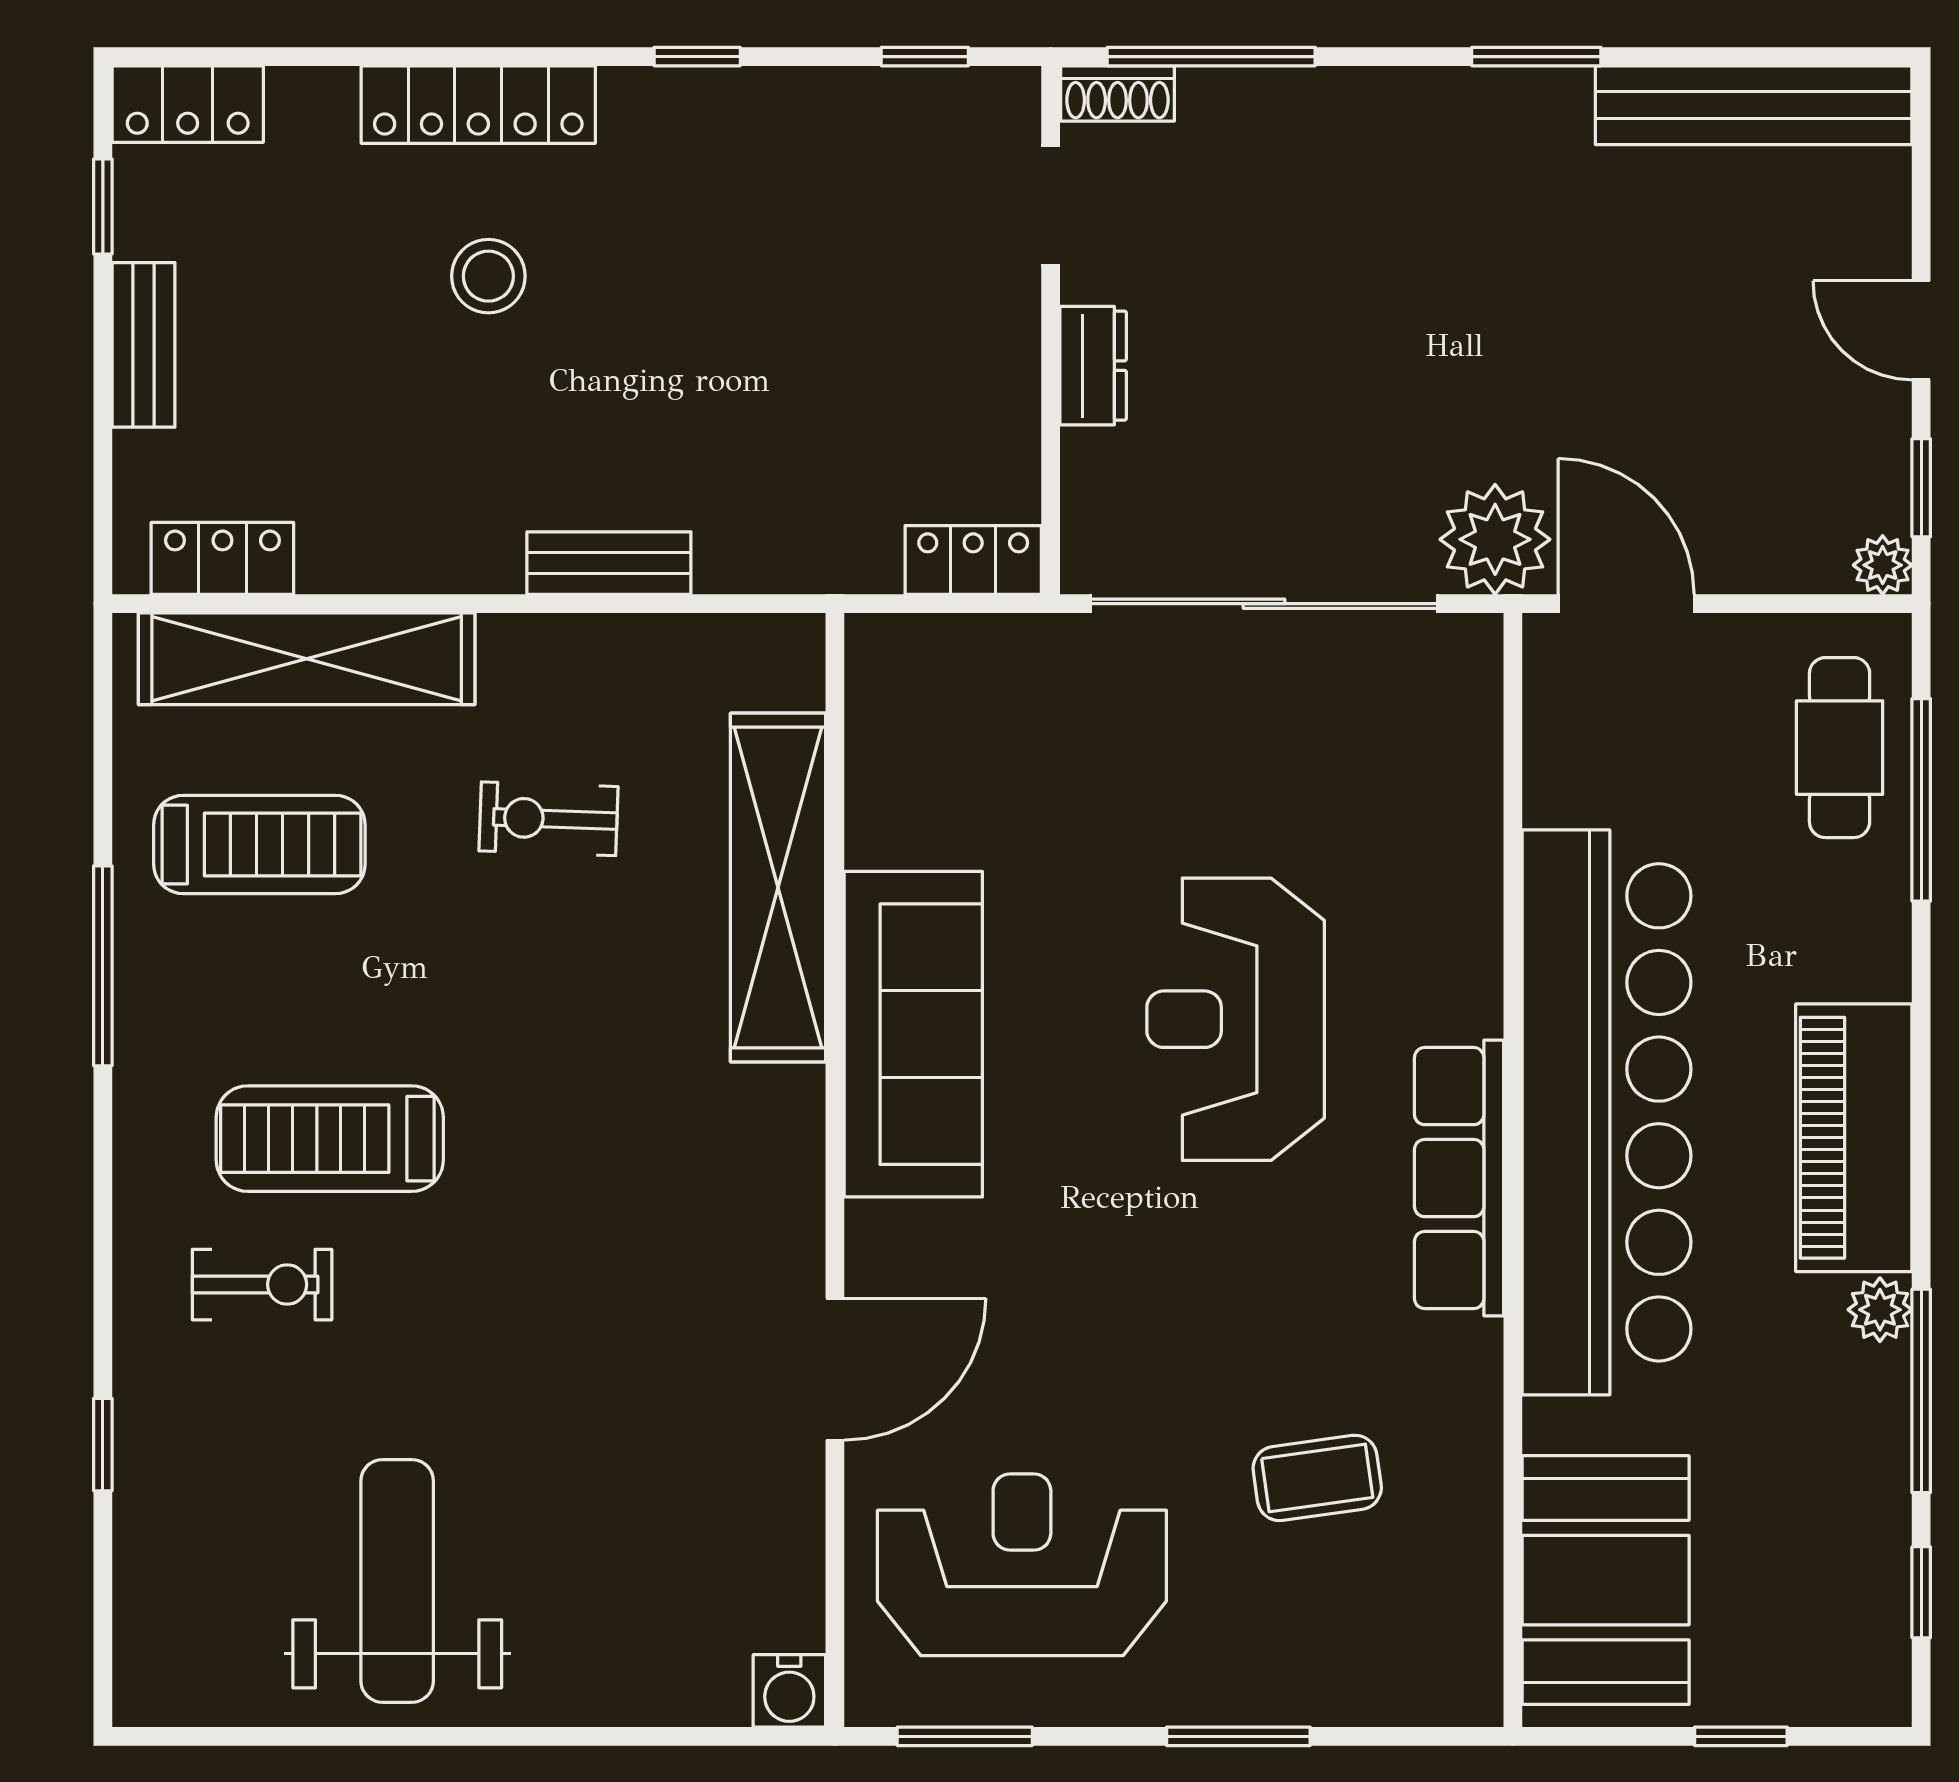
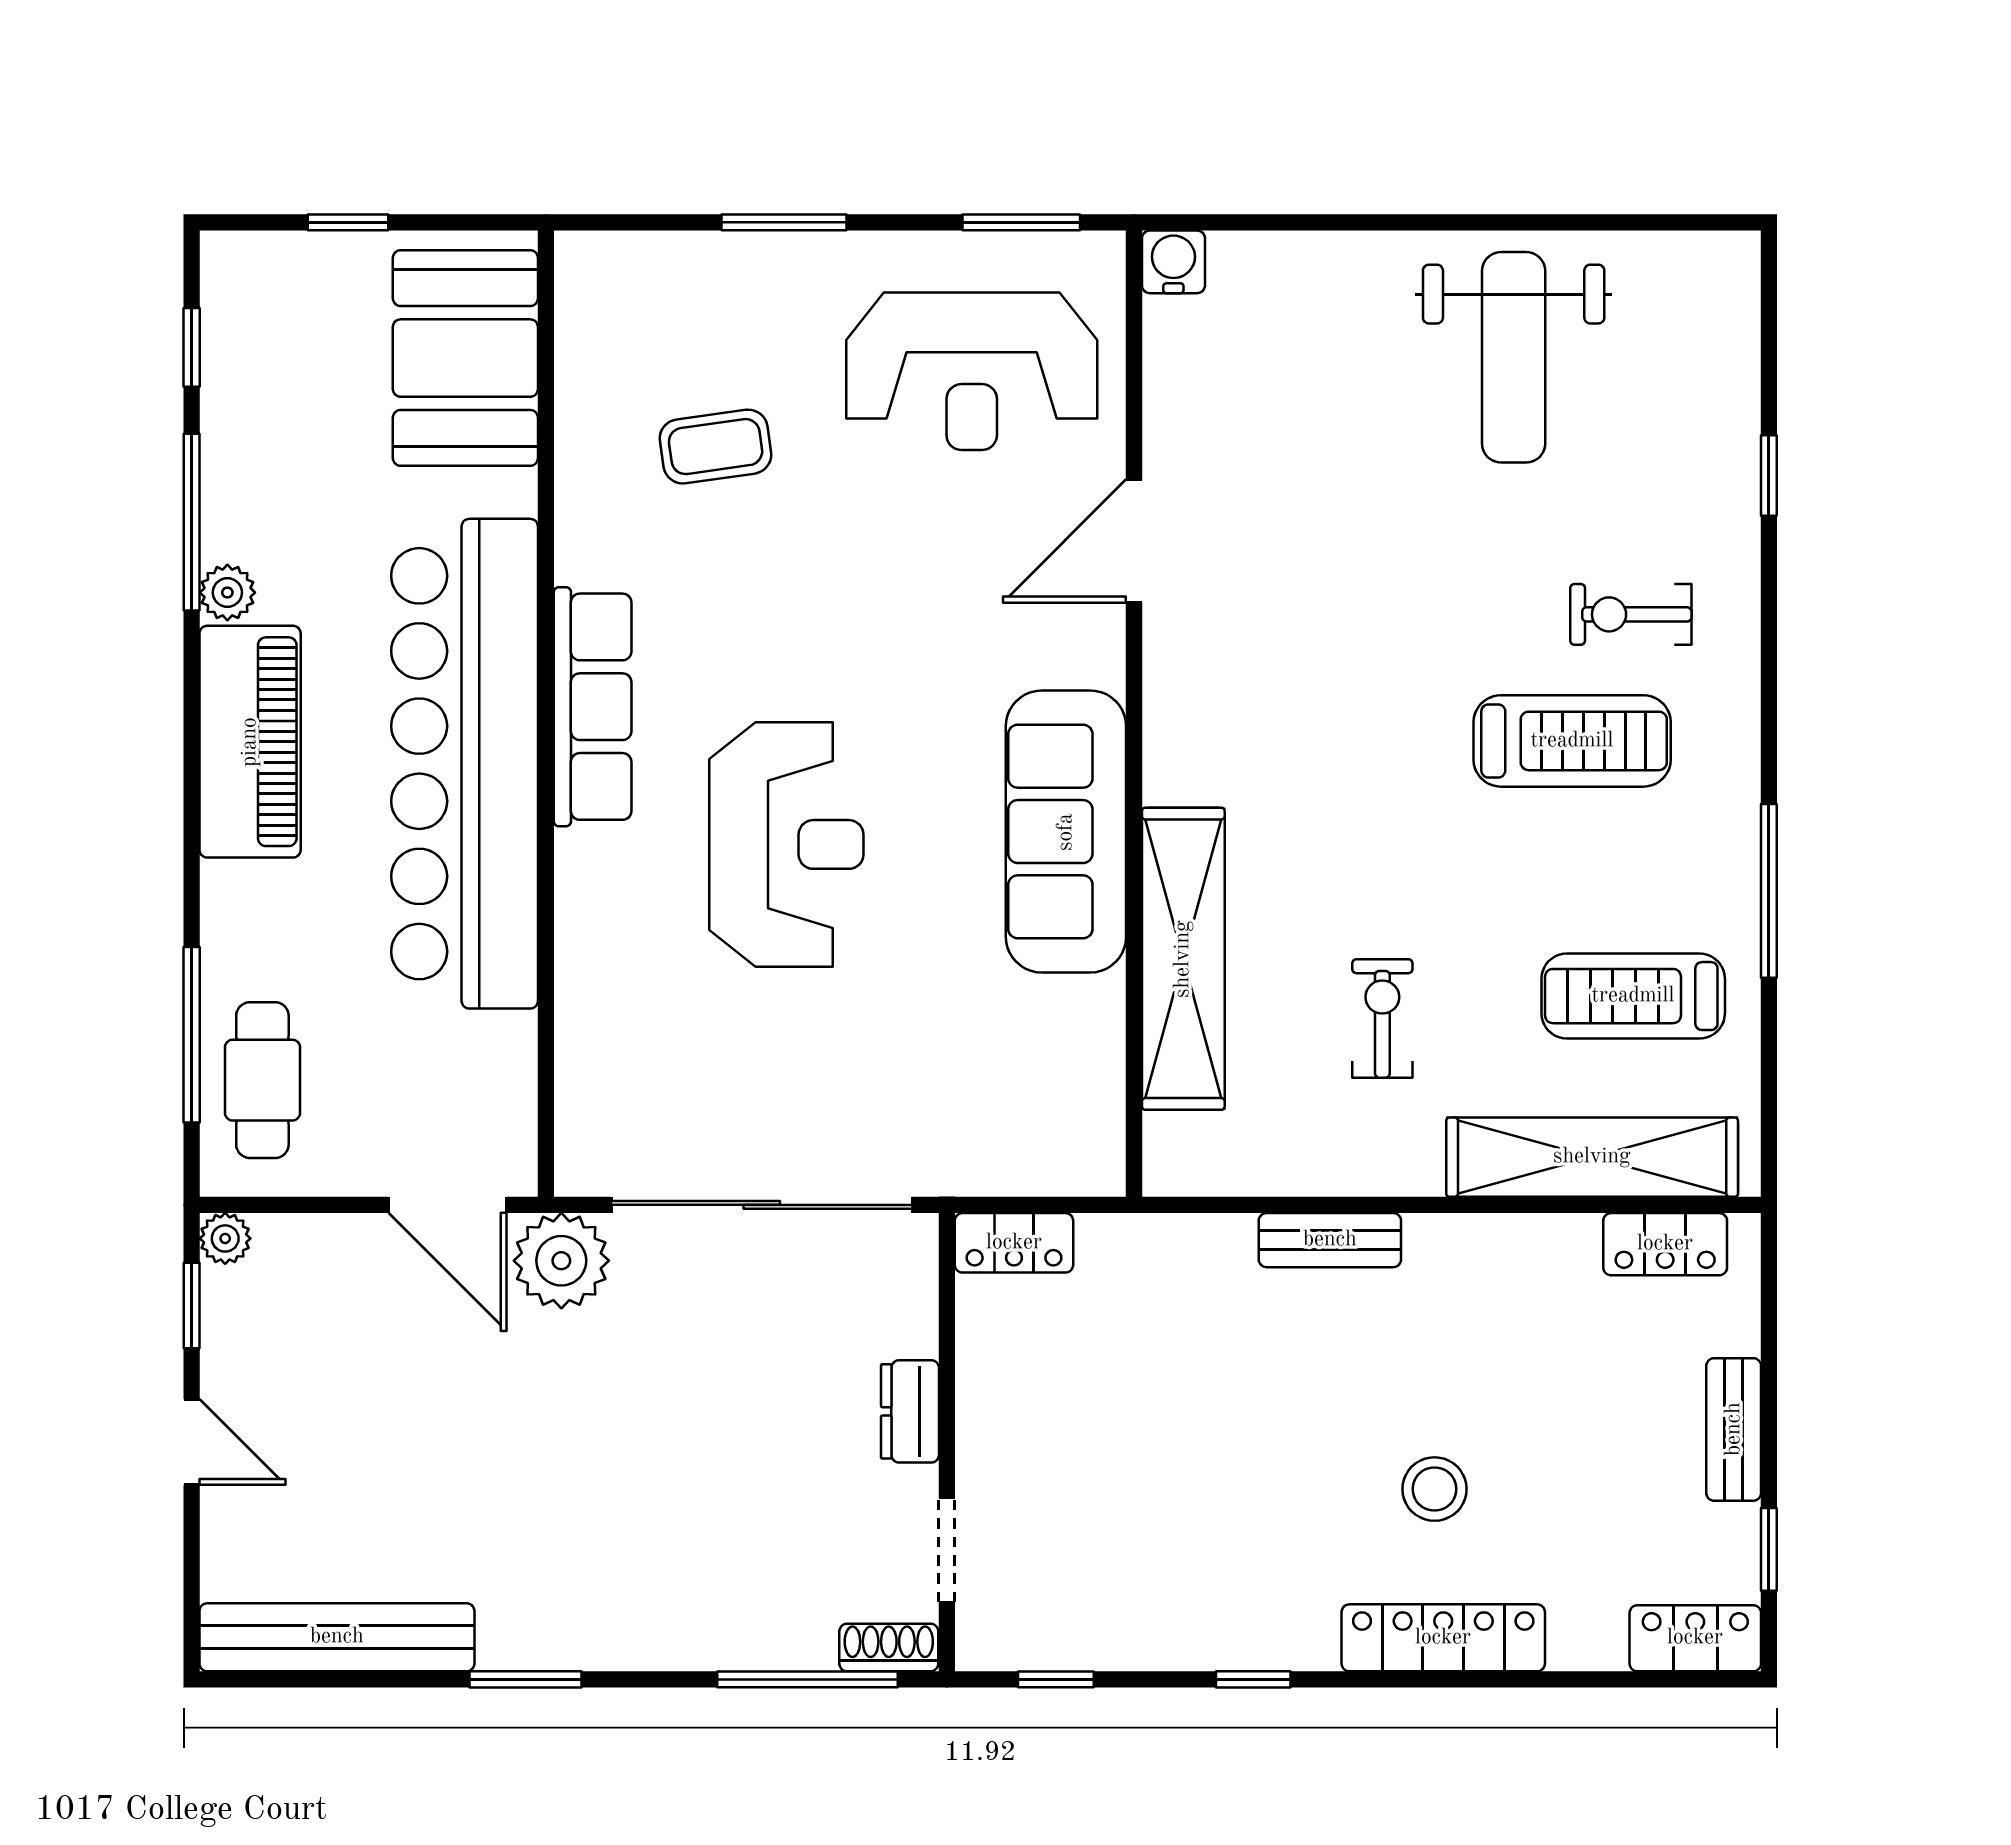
exercise bike: (548, 819) -> (1382, 1018), turned -92

